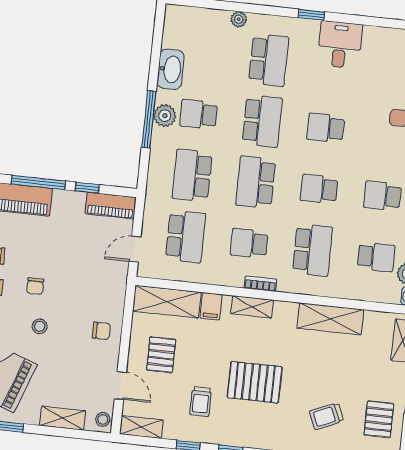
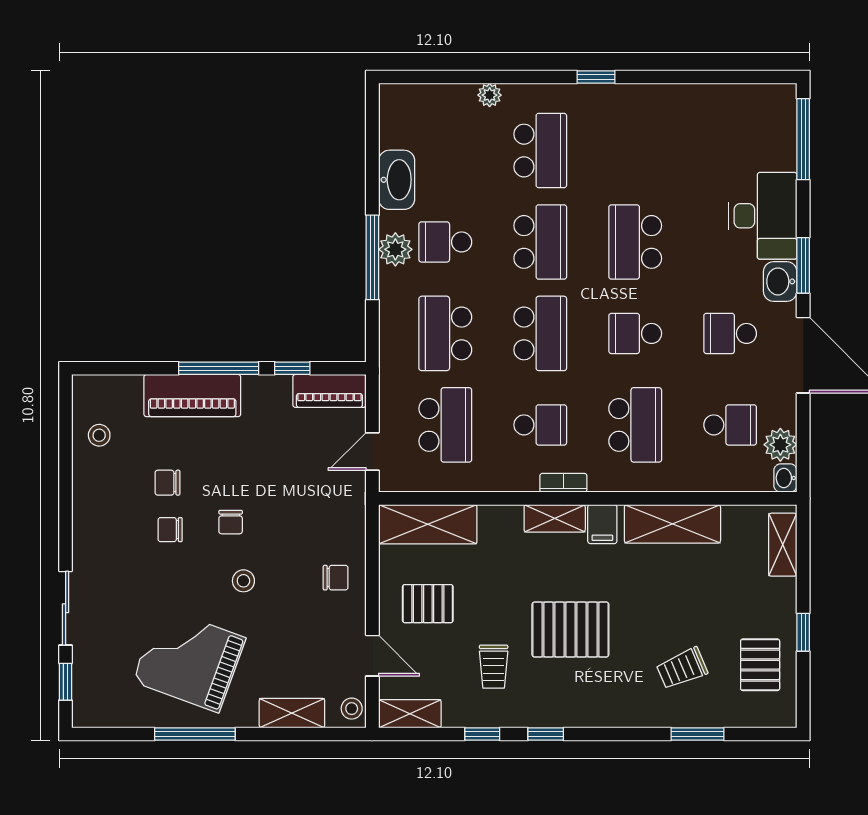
desk: (340, 45) -> (643, 117), removed
school desk: (326, 128) -> (635, 242), width x1.85
school desk: (256, 182) -> (540, 333), turned 180
school desk: (249, 243) -> (540, 425), turned 180
filing cabinet: (211, 306) -> (602, 524), moved
pallet: (161, 355) -> (428, 604), turned 90

